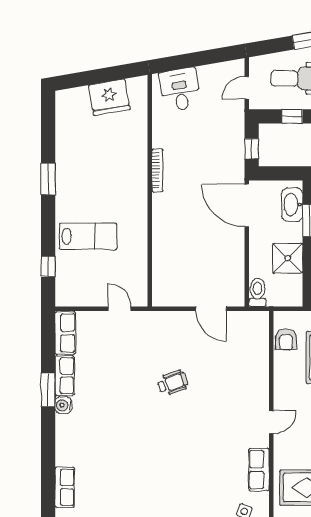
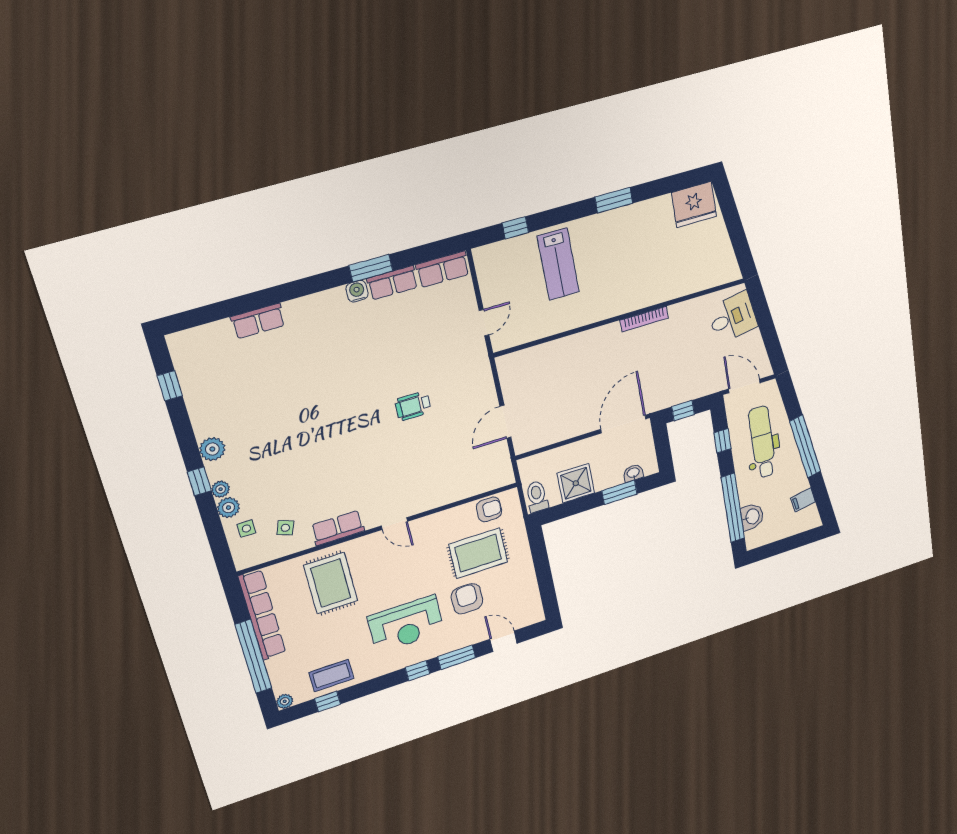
door: (247, 88) -> (744, 386), width x1.38
fridge: (109, 97) -> (694, 204), moved, turned -80
washbasin: (292, 205) -> (633, 473), width x0.52, depth x0.69
toilet: (257, 292) -> (537, 497), moved, turned -90
armchair: (286, 339) -> (489, 509), turned 180
wheelchair: (172, 383) -> (413, 406), turned 109

